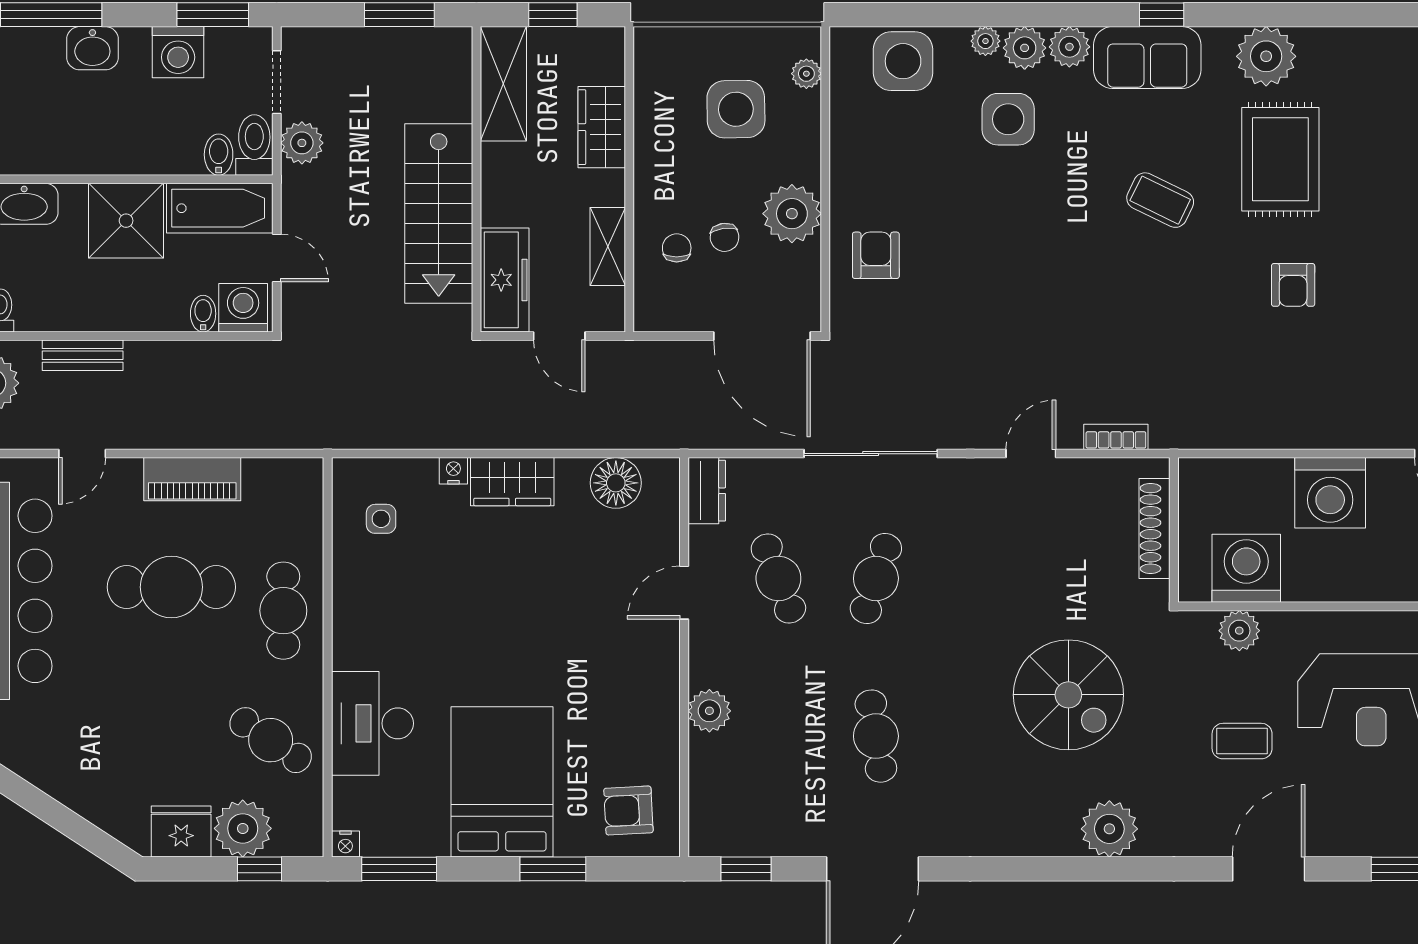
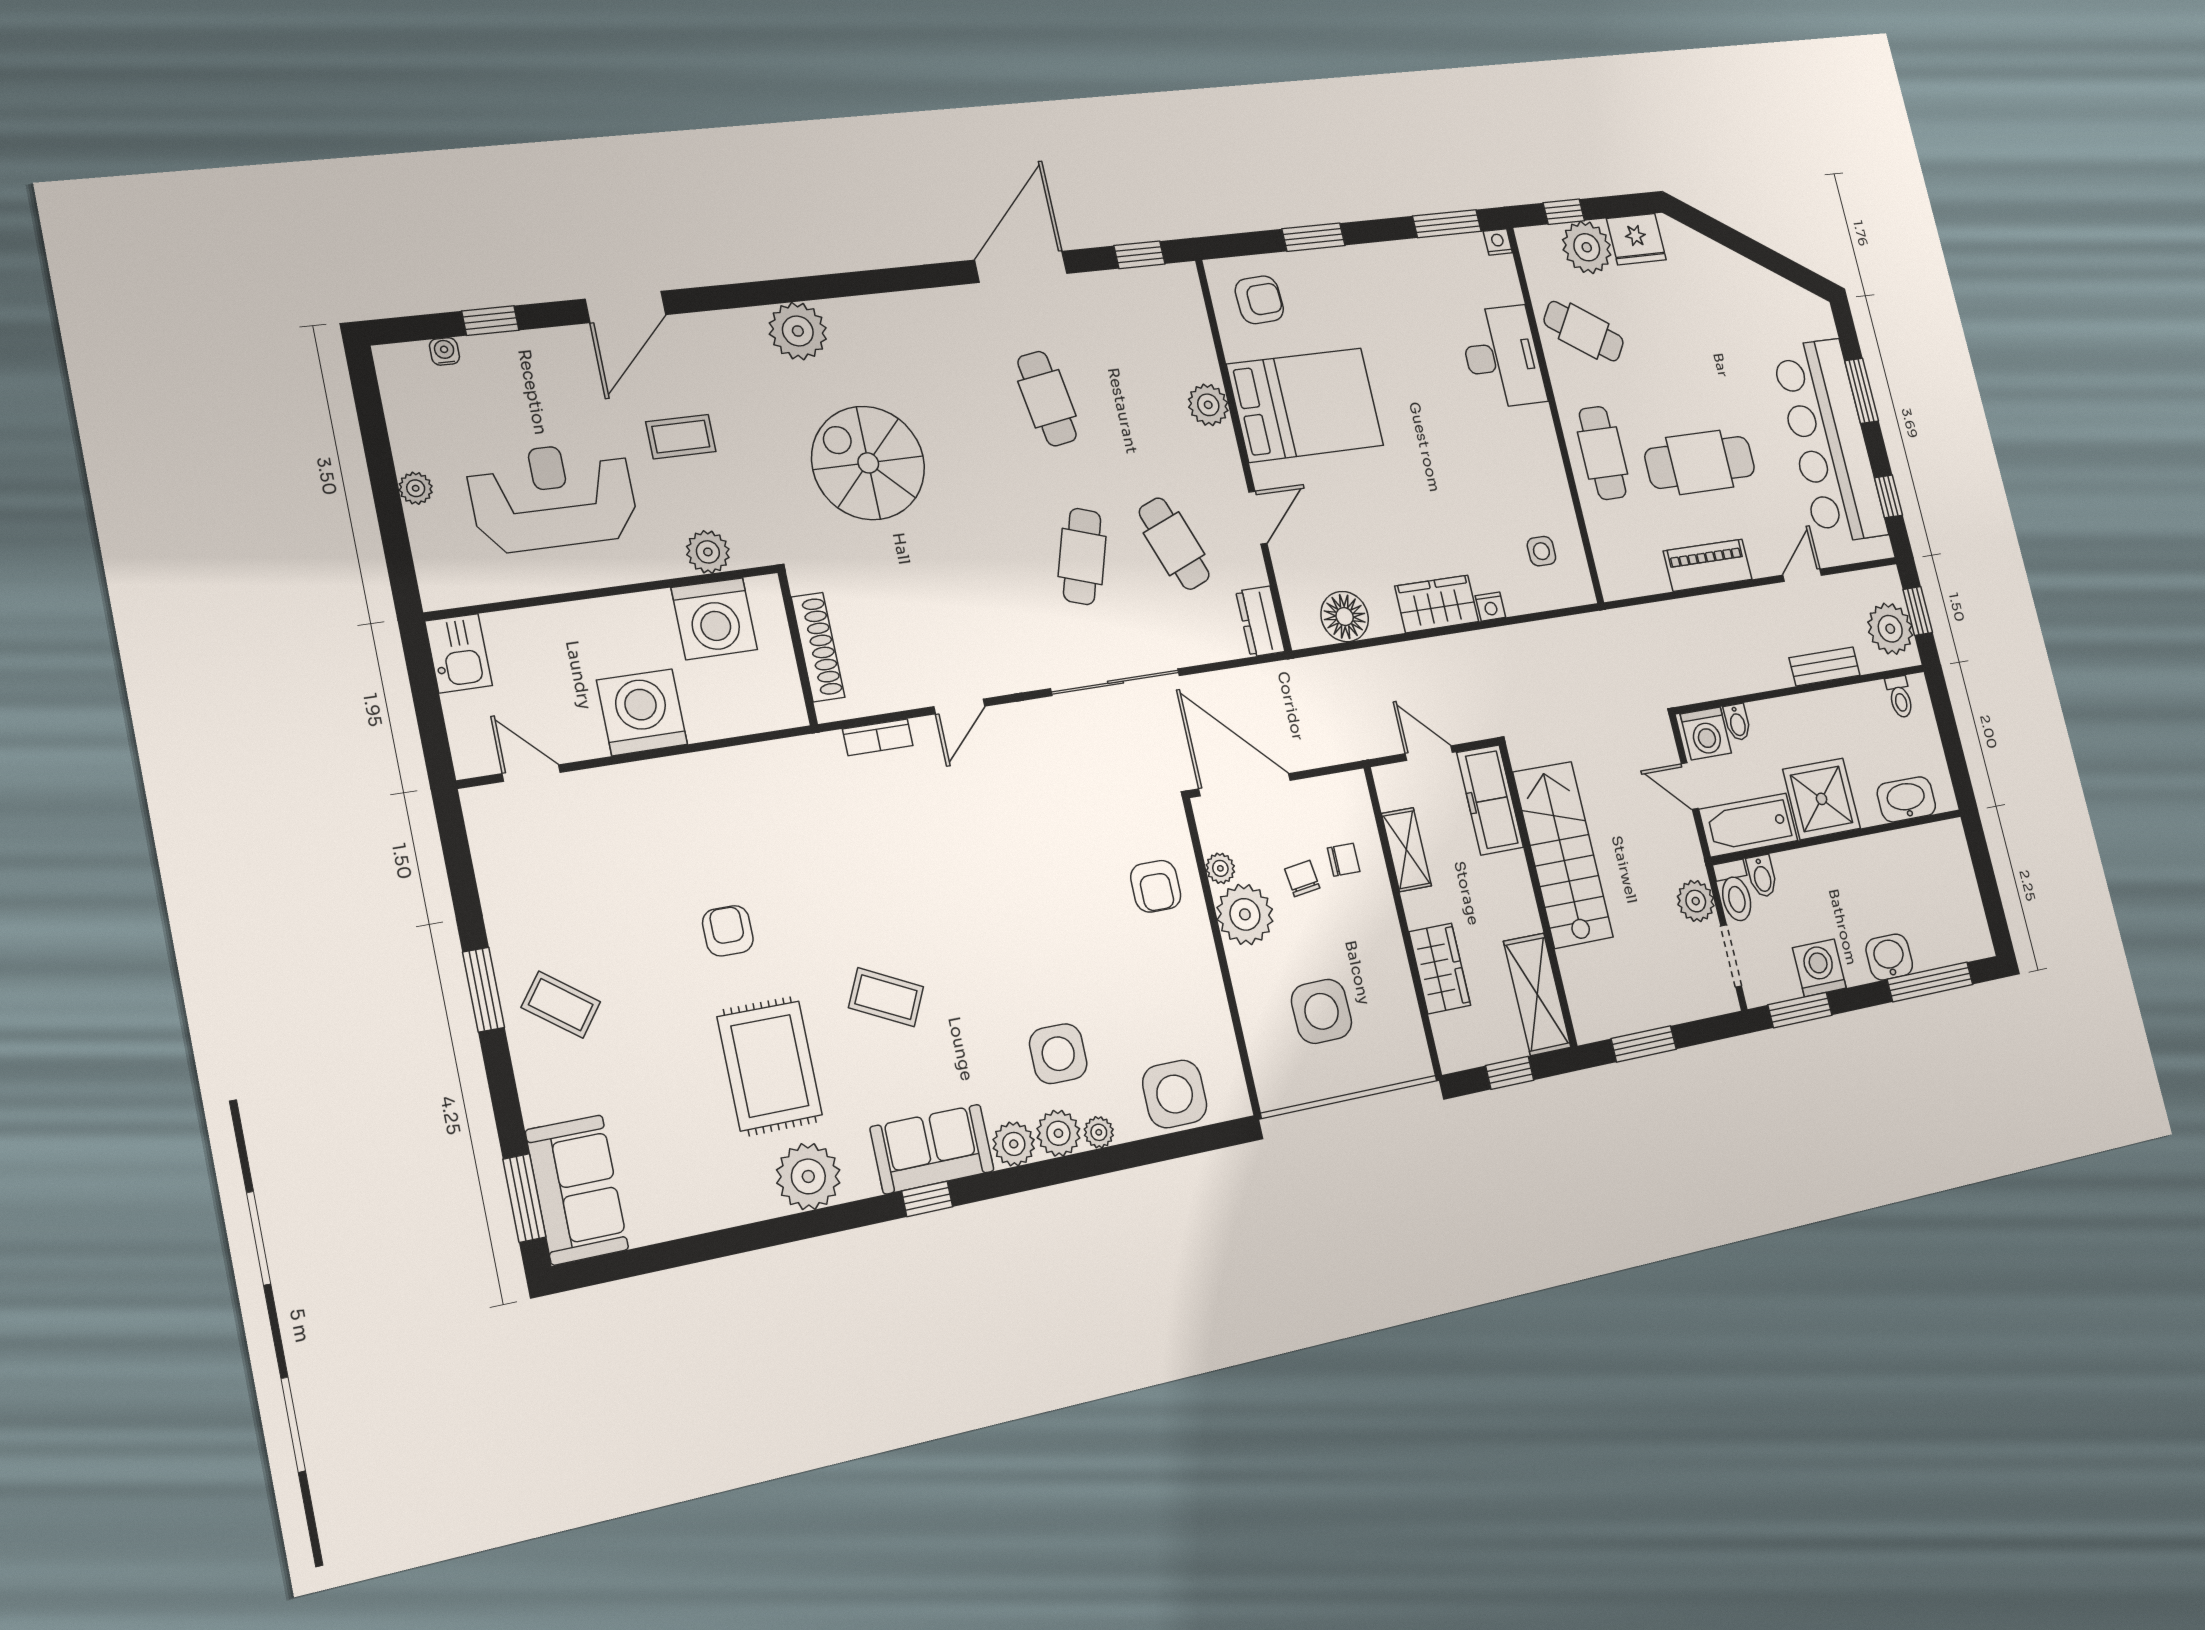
plant: (806, 74) -> (1220, 868), moved
chair: (677, 248) -> (1344, 860), turned -90
bed: (502, 782) -> (1305, 405), moved, turned -90

